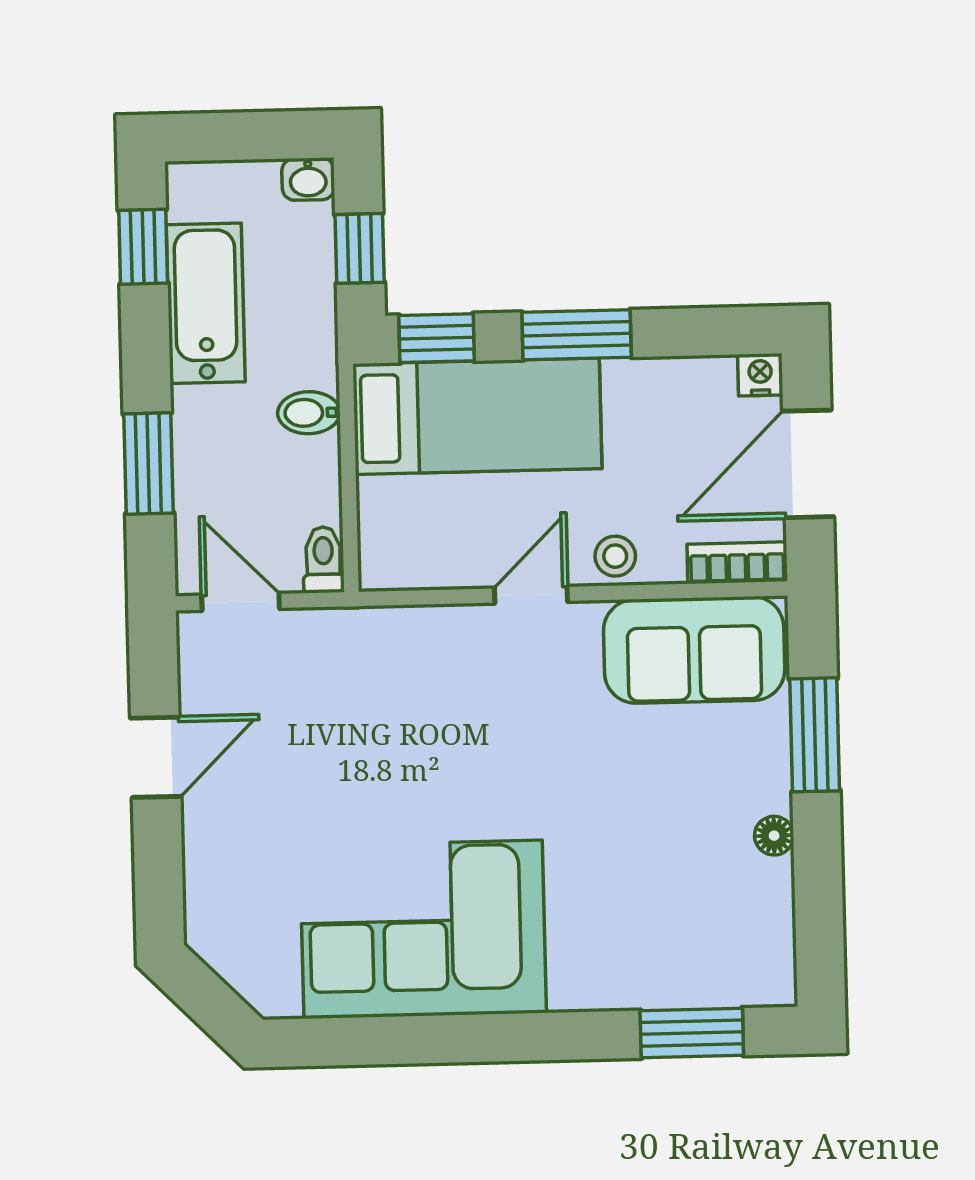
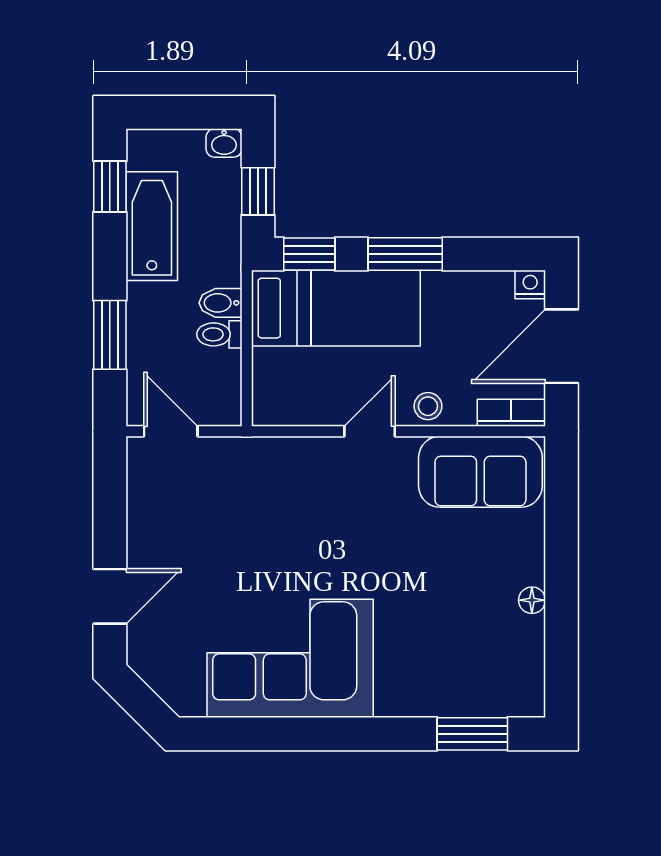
toilet: (323, 560) -> (219, 334), moved, turned -90
window: (815, 735) -> (562, 532), removed
door: (156, 757) -> (110, 596), moved

